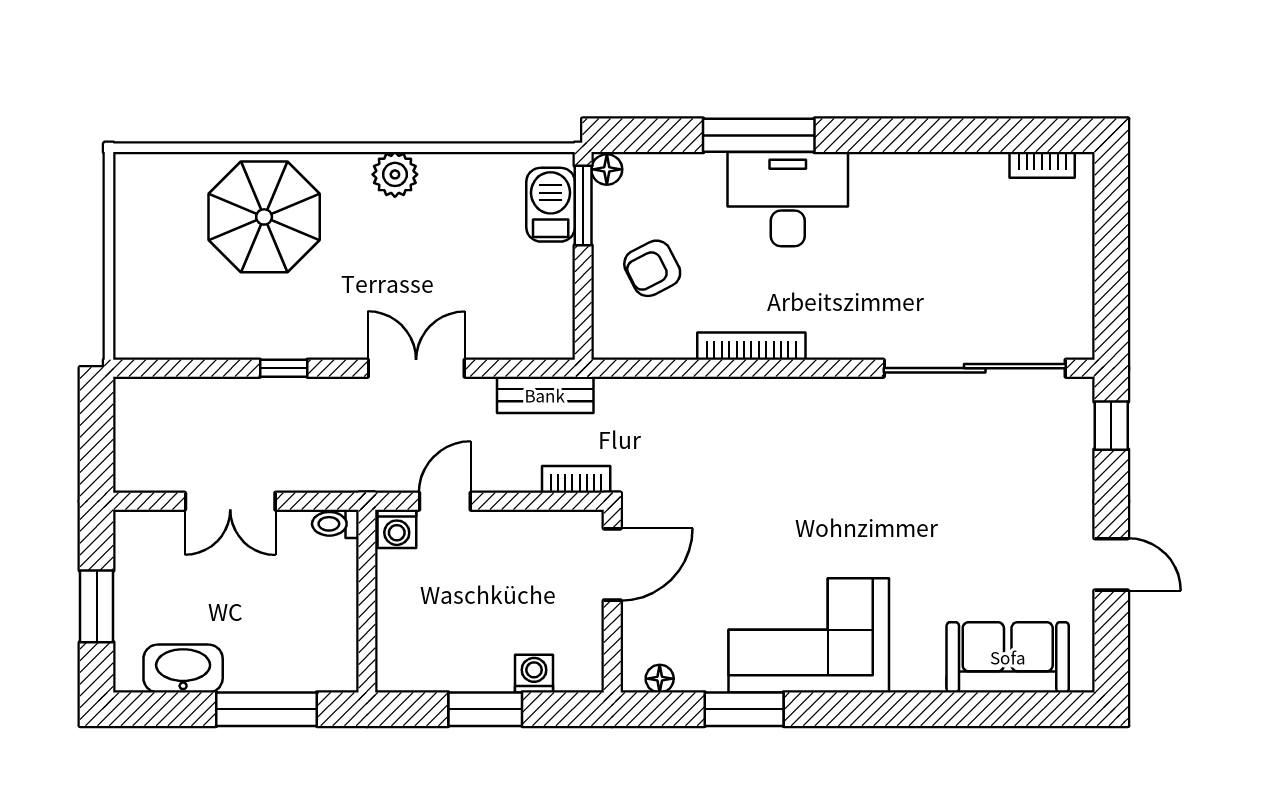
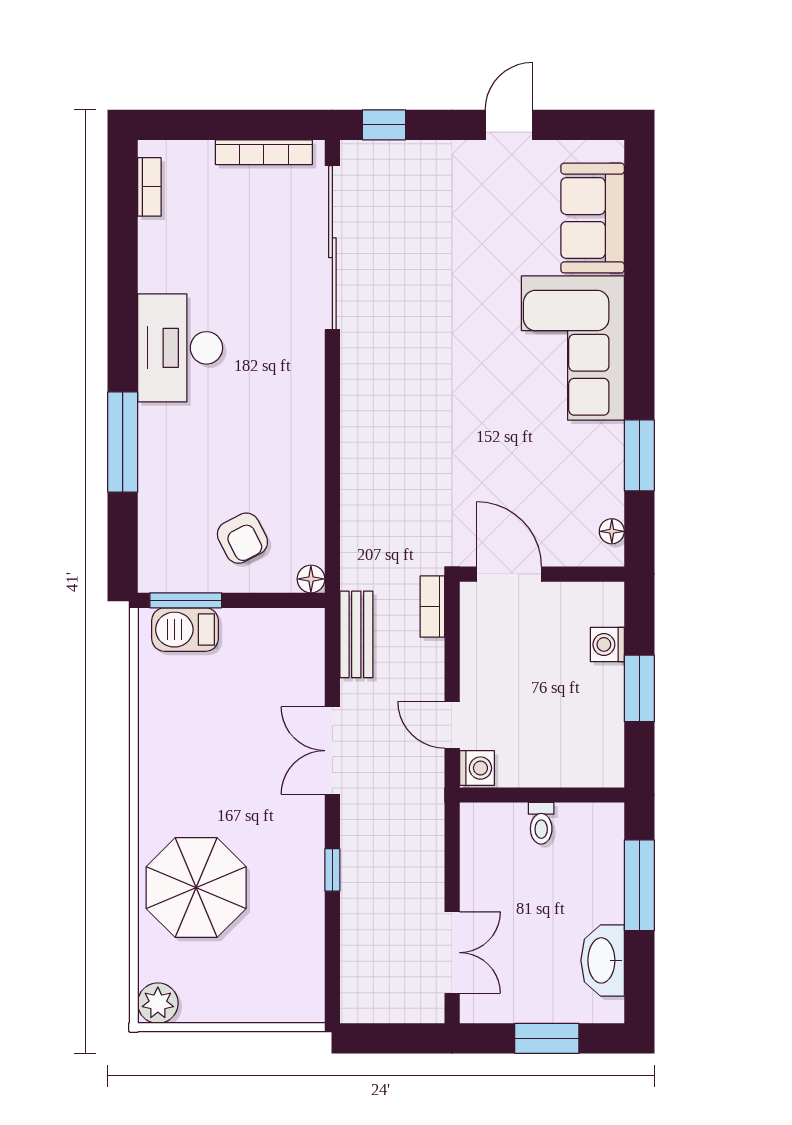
floor lamp: (607, 169) -> (311, 579), moved
plant: (395, 174) -> (158, 1003), moved
desk: (788, 199) -> (180, 348), moved
bookcase: (751, 346) -> (264, 152), moved, turned -90
double door: (230, 501) -> (452, 953), moved
toilet: (335, 524) -> (541, 823), moved
corner sofa: (809, 635) -> (573, 348), moved

